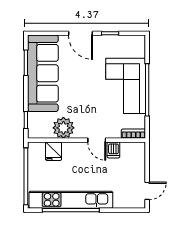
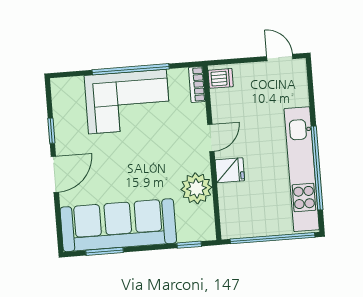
dishwasher: (113, 150) -> (221, 78), moved
fridge: (53, 151) -> (230, 170), moved

